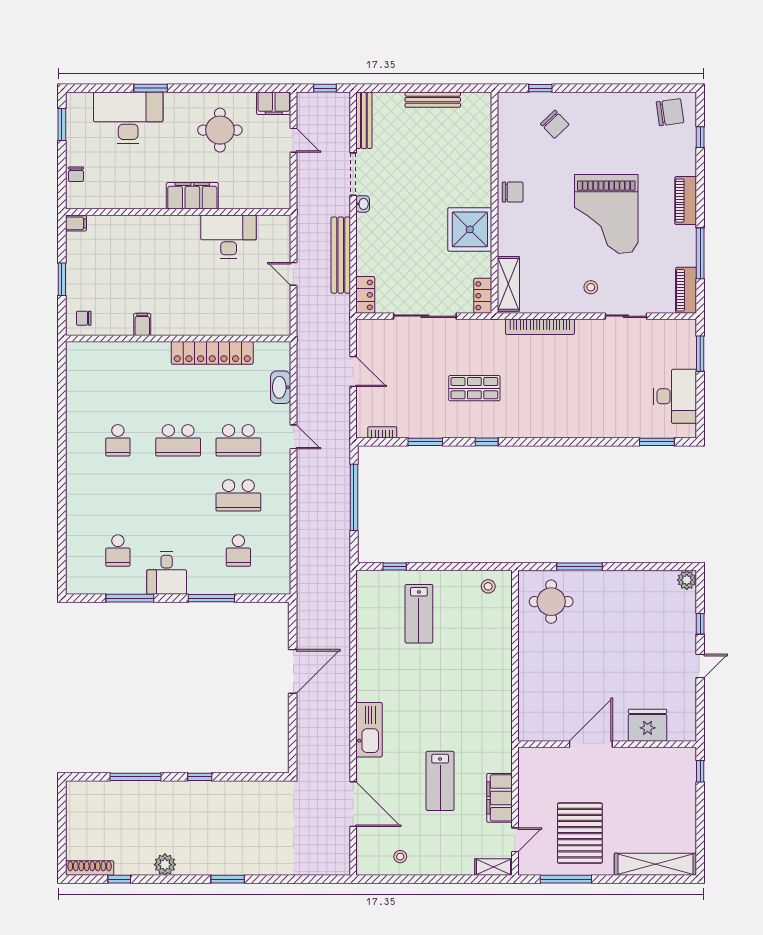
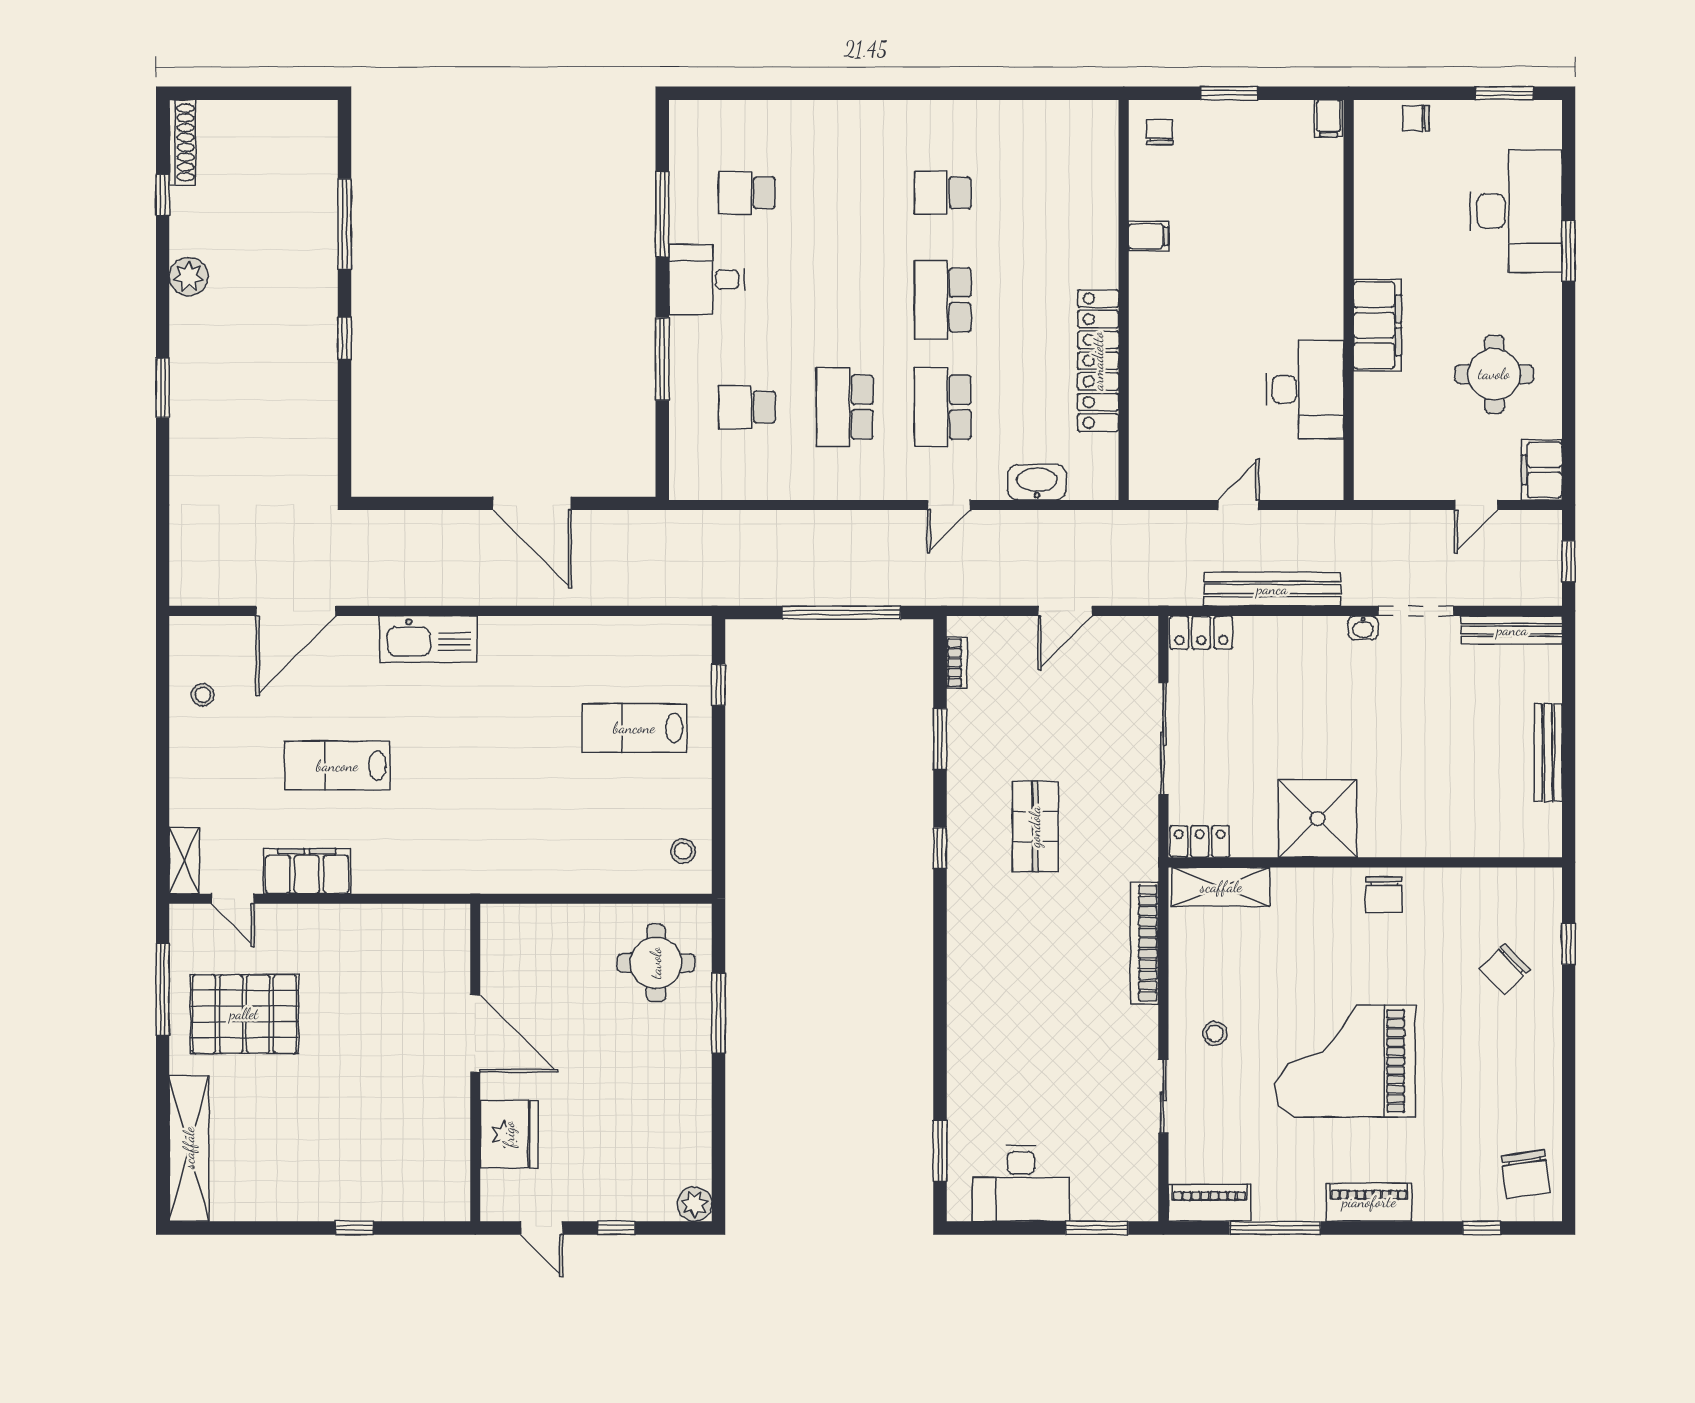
fridge: (648, 725) -> (509, 1134), moved
door: (591, 744) -> (475, 1034), moved
wall: (607, 744) -> (475, 1062), moved

